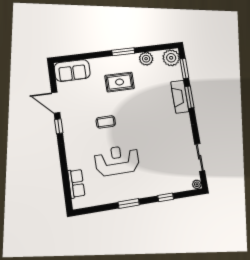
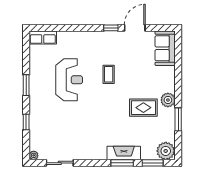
window: (123, 52) -> (178, 119), moved
plant: (146, 59) -> (168, 100), moved
rug: (120, 82) -> (143, 108), moved, turned 90
row of seats: (76, 183) -> (43, 37), moved

